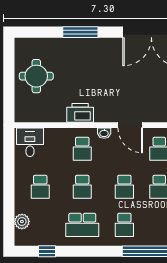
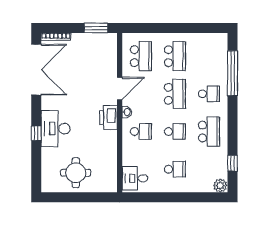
window: (80, 32) -> (36, 133), width x0.46
desk: (85, 54) -> (55, 129), added
printer: (80, 113) -> (109, 118), moved
school desk: (124, 187) -> (175, 94), width x1.85
plant: (22, 221) -> (220, 186), moved

